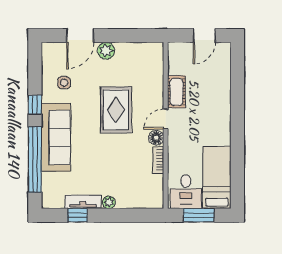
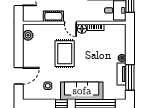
door: (80, 36) -> (19, 76), hinge flipped
plant: (106, 51) -> (28, 35), moved
rug: (116, 110) -> (65, 54), turned 90
window: (78, 215) -> (130, 77), width x2.17

